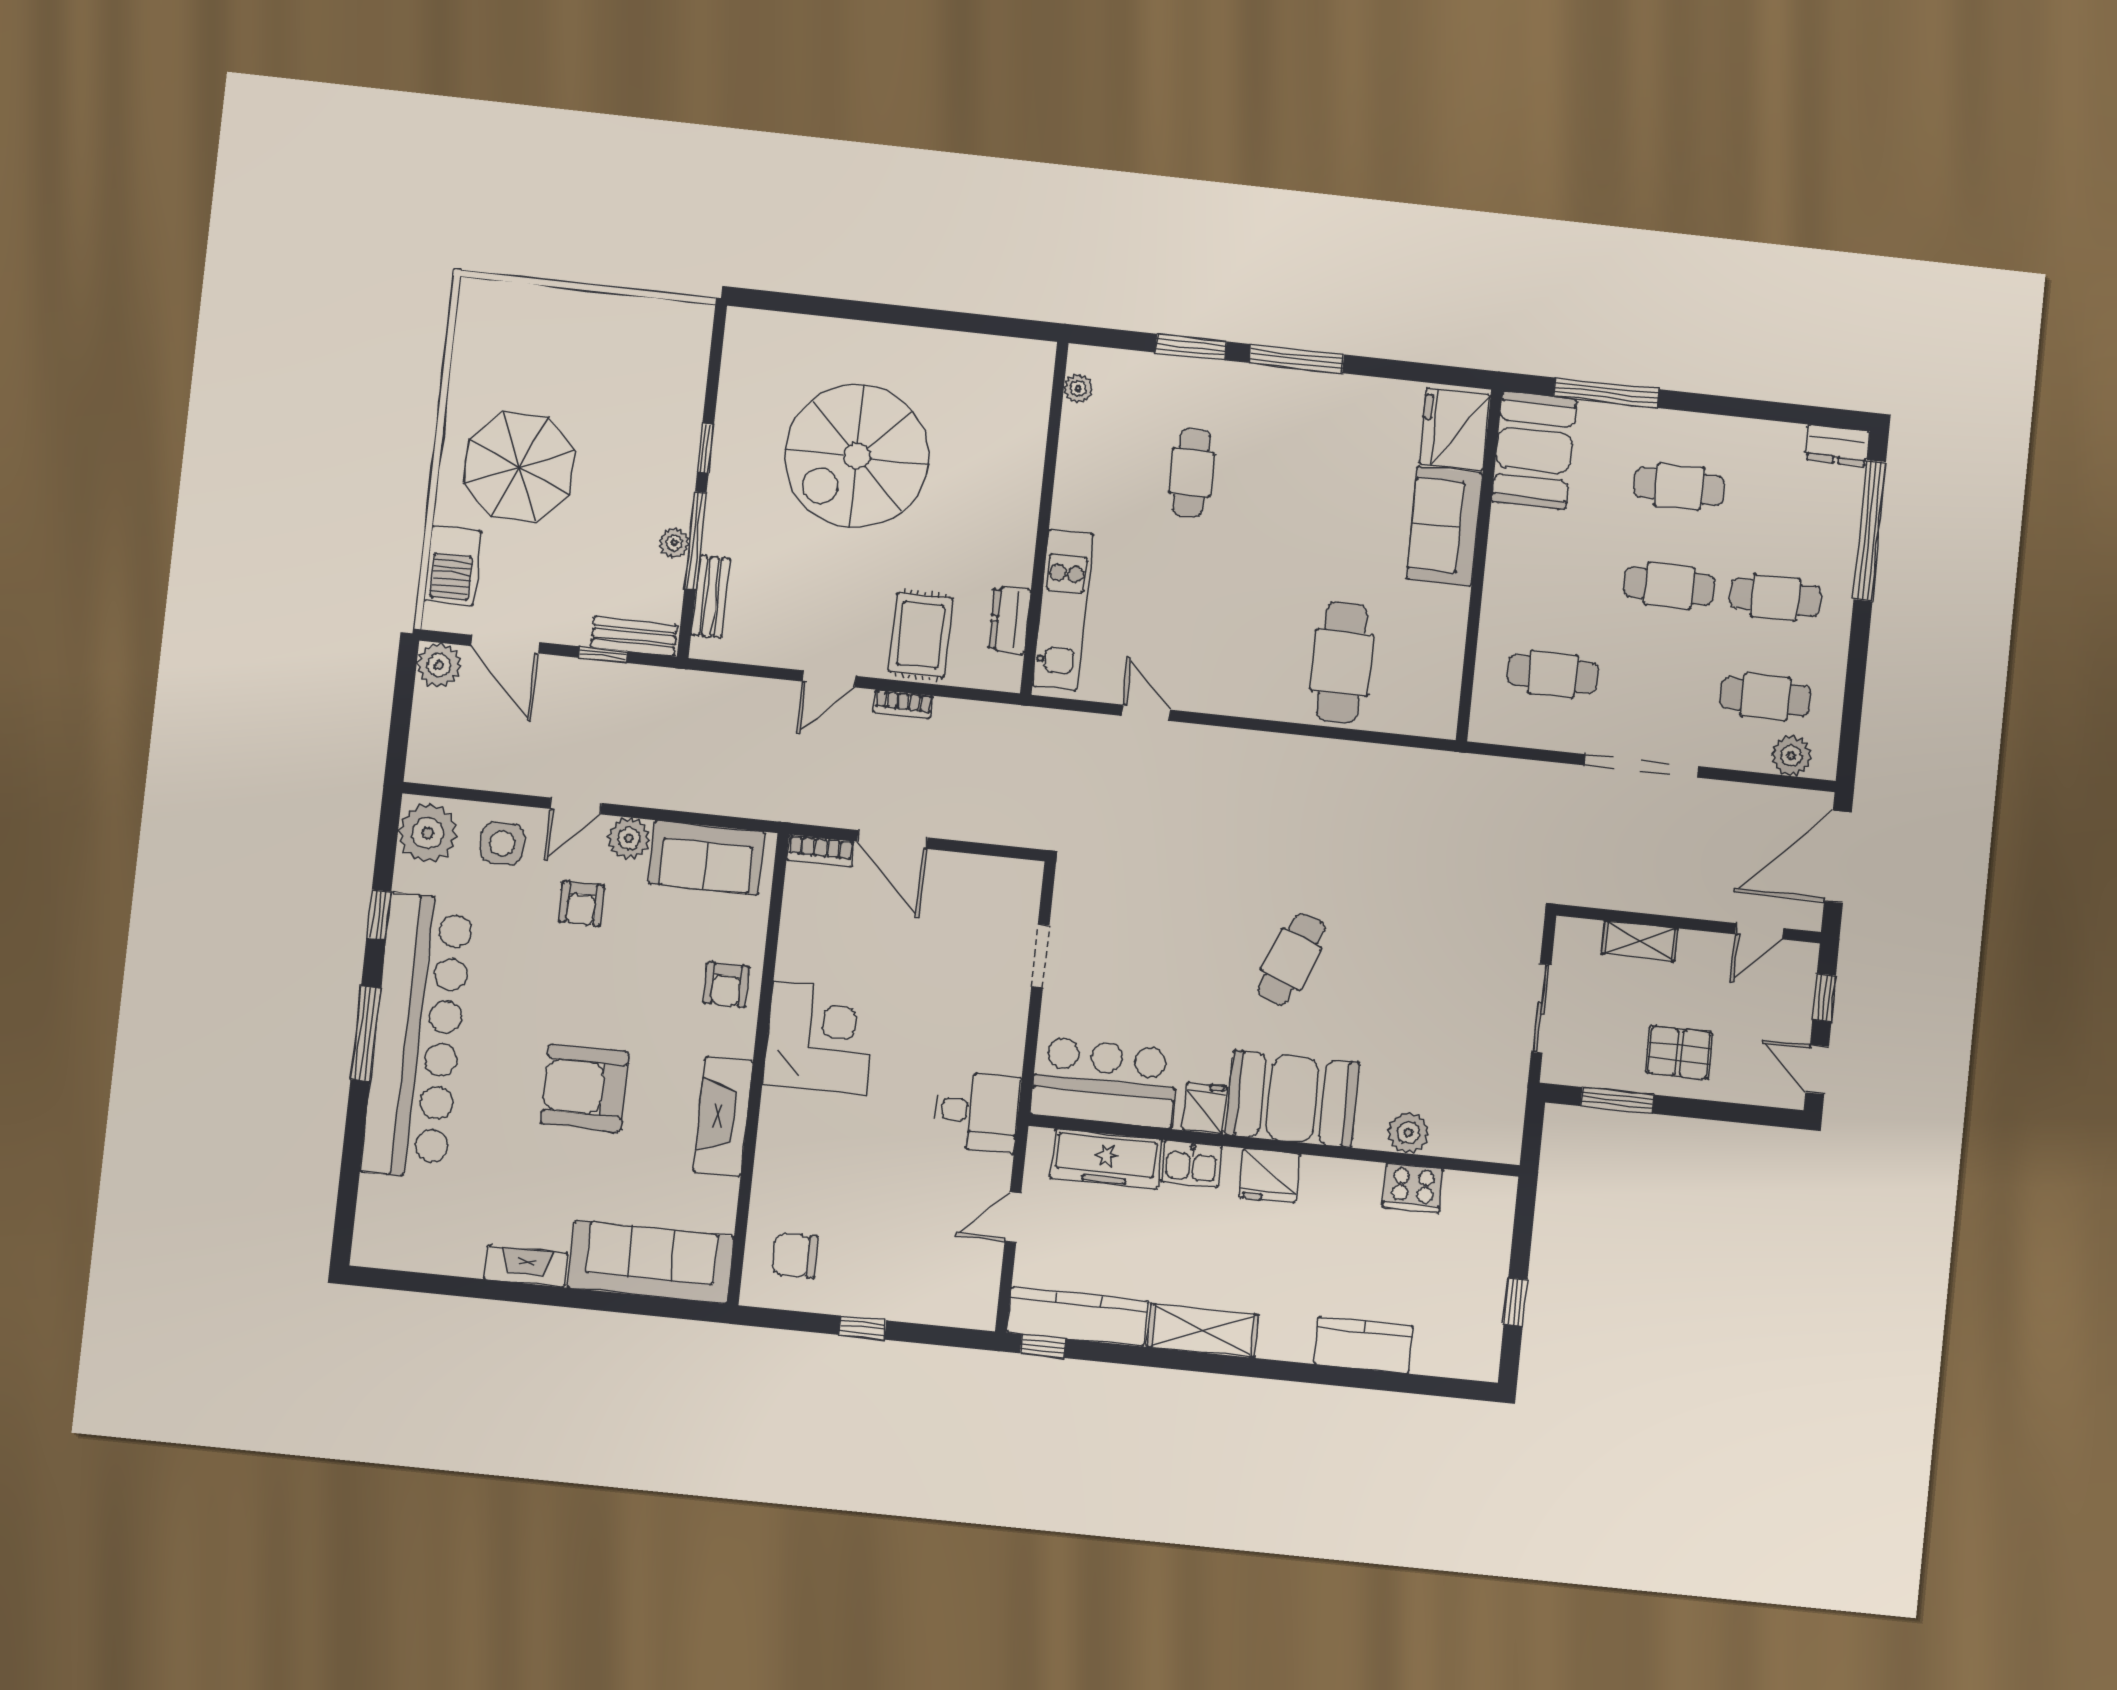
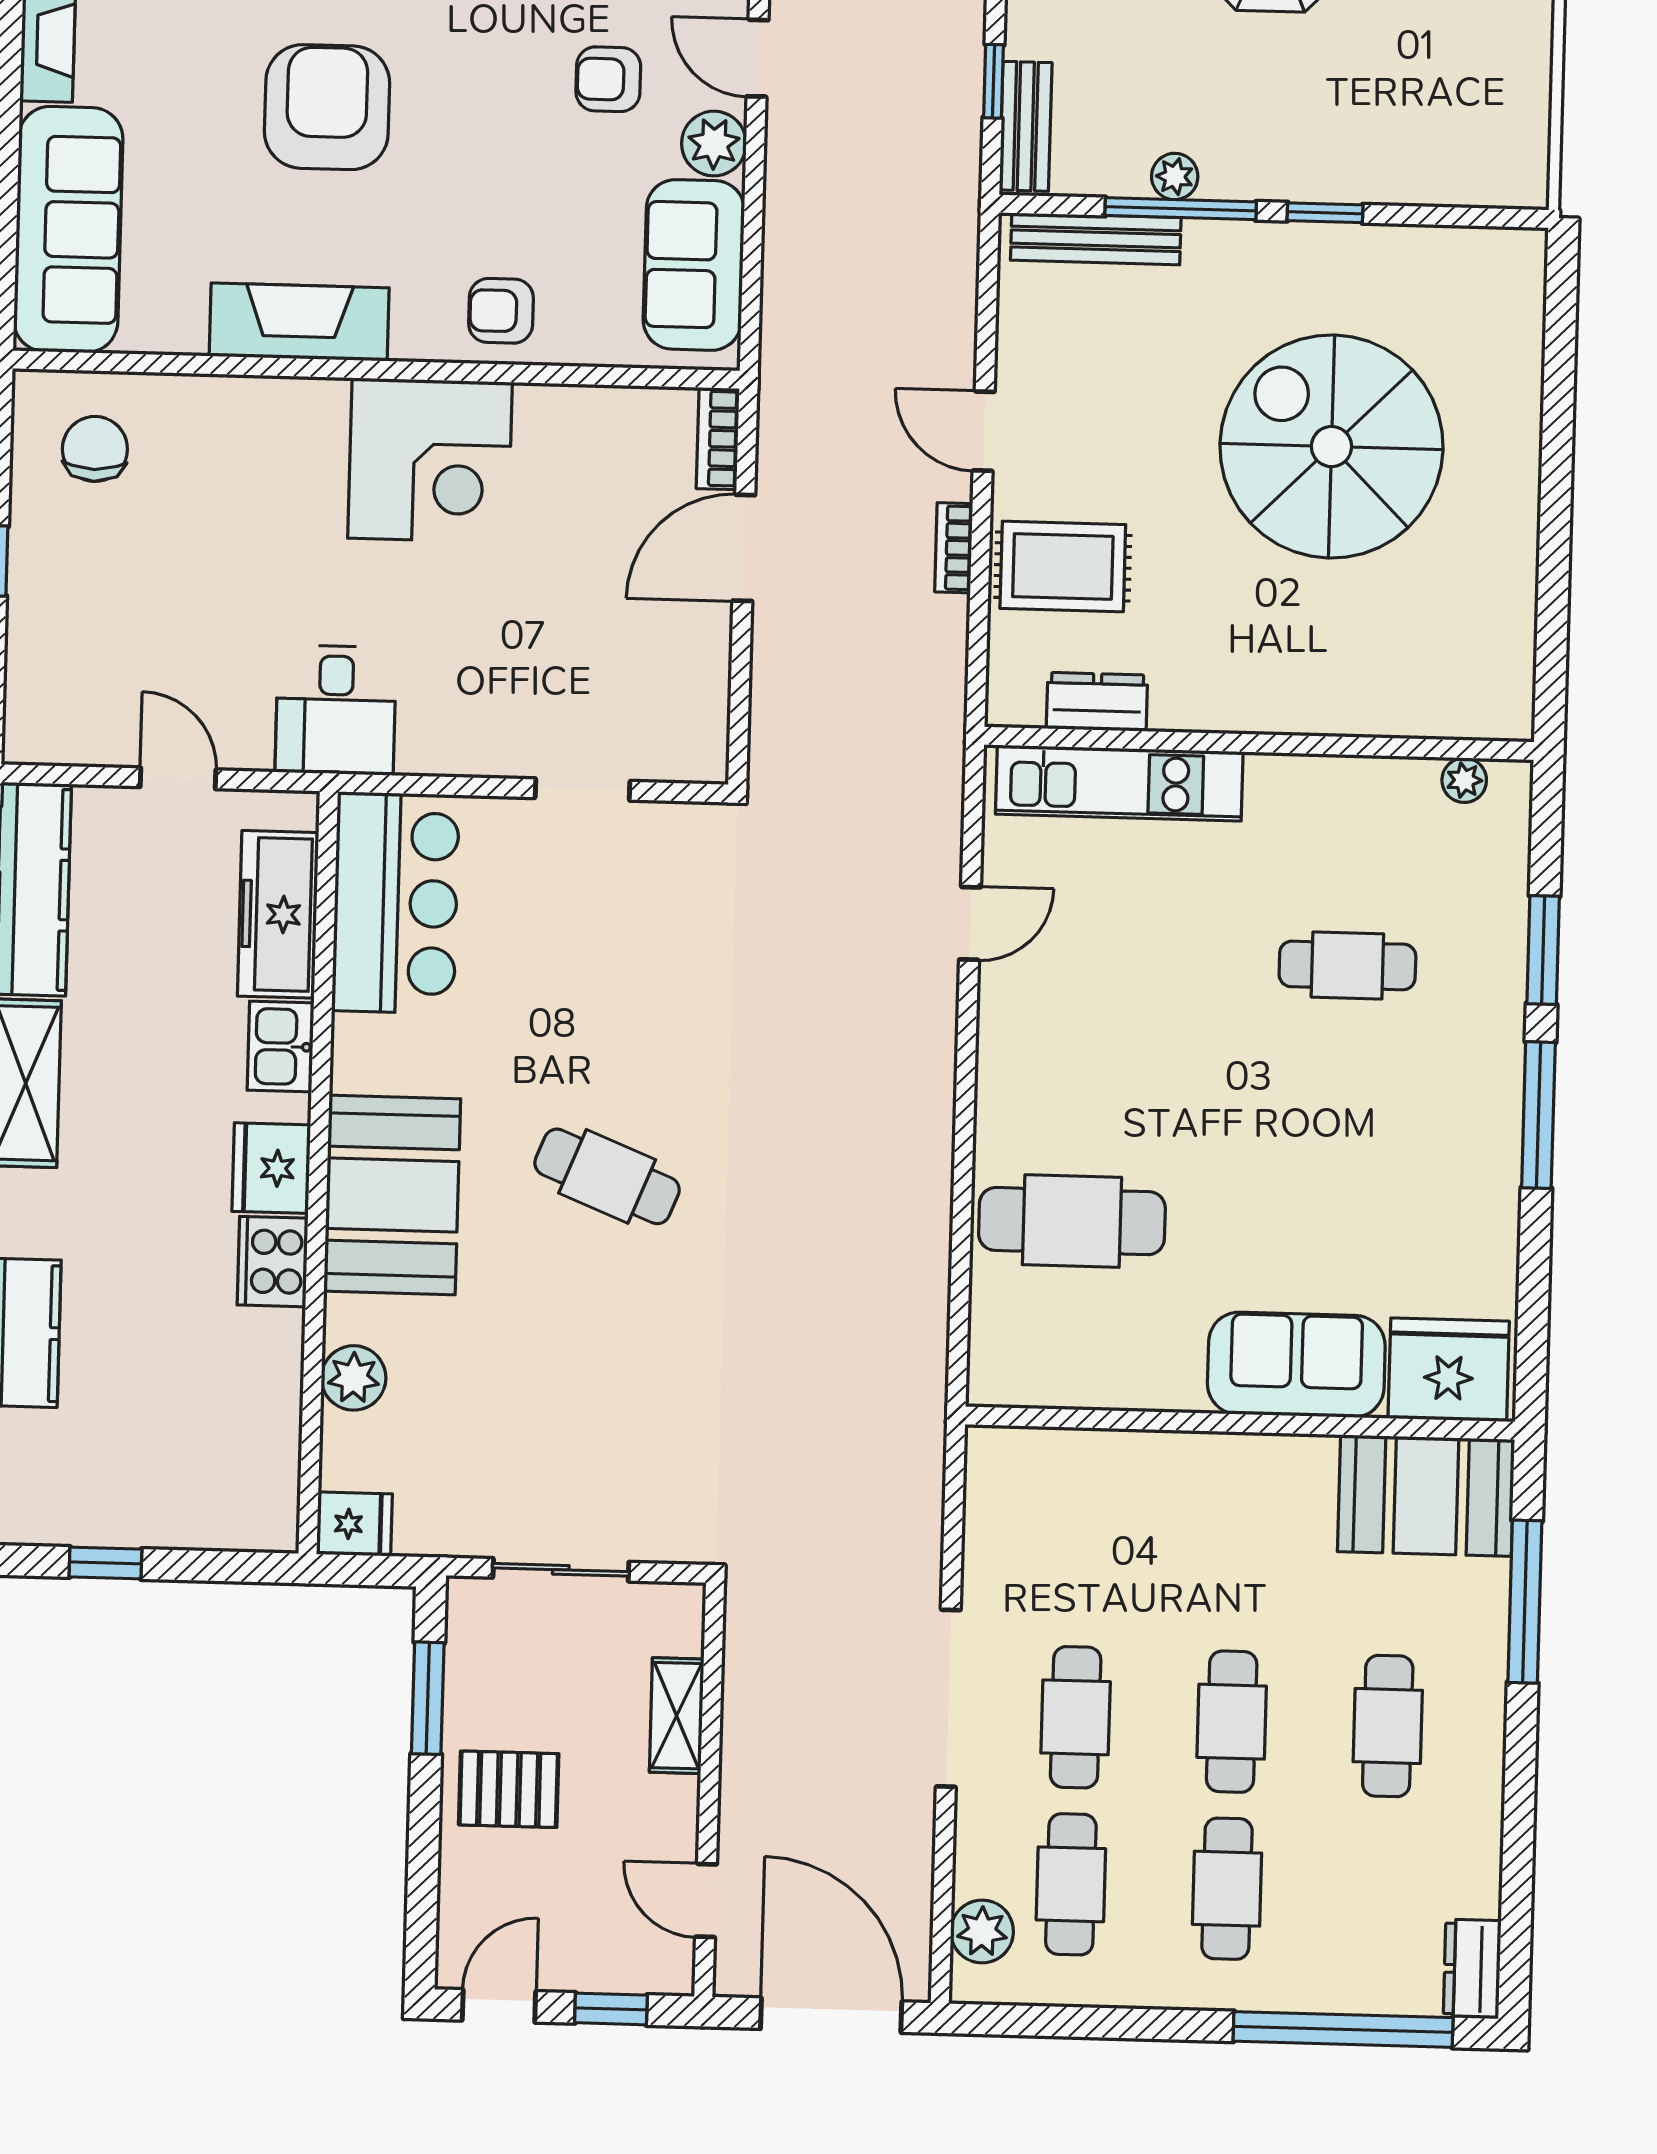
bench: (711, 597) -> (1096, 239), width x1.36
cafe table: (1553, 674) -> (1076, 1717), moved
pallet: (1679, 1053) -> (509, 1789), turned 90
fridge: (1205, 1108) -> (354, 1524), moved
cooker: (1413, 1188) -> (273, 1262), moved

